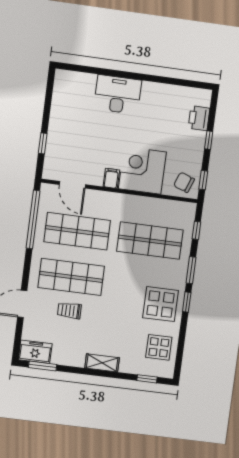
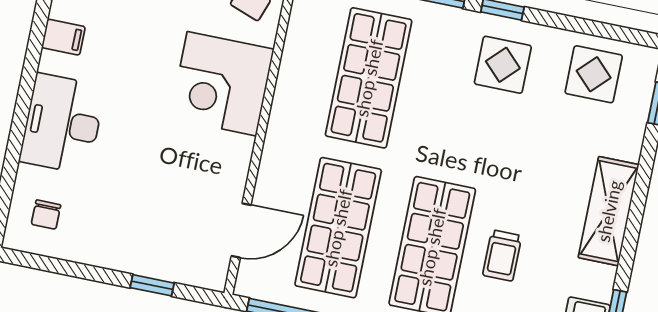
chair: (73, 89) -> (46, 215), added
filing cabinet: (111, 178) -> (63, 37), moved, turned 180
display table: (160, 304) -> (503, 65), width x0.73, depth x0.73
shelving: (102, 363) -> (609, 211), width x1.50, depth x1.33

